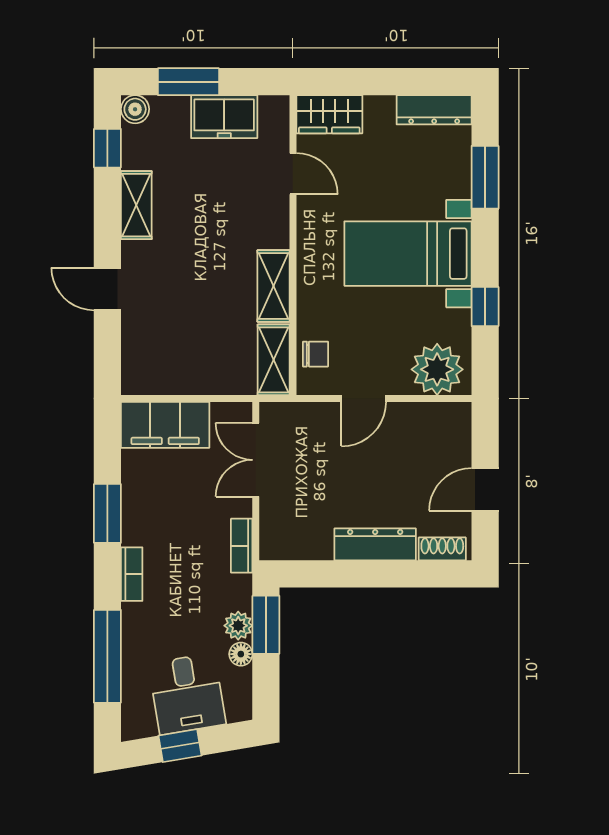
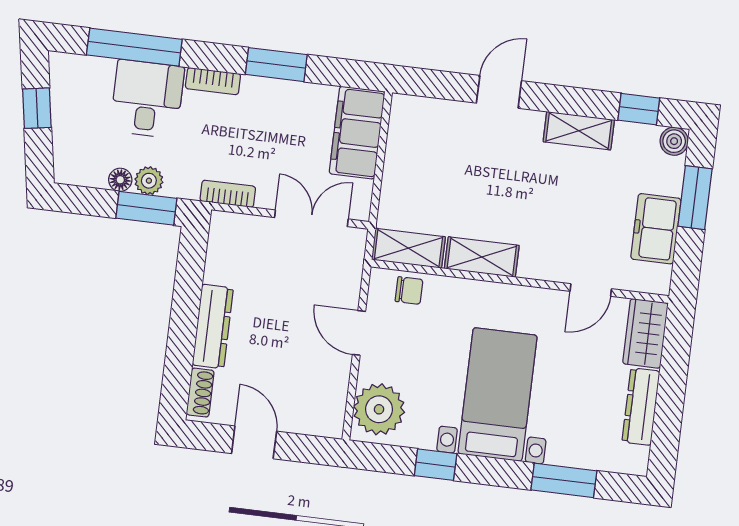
dresser: (434, 110) -> (641, 407), moved
chair: (315, 354) -> (409, 290), turned -90
desk: (187, 694) -> (147, 99), moved, turned 100

